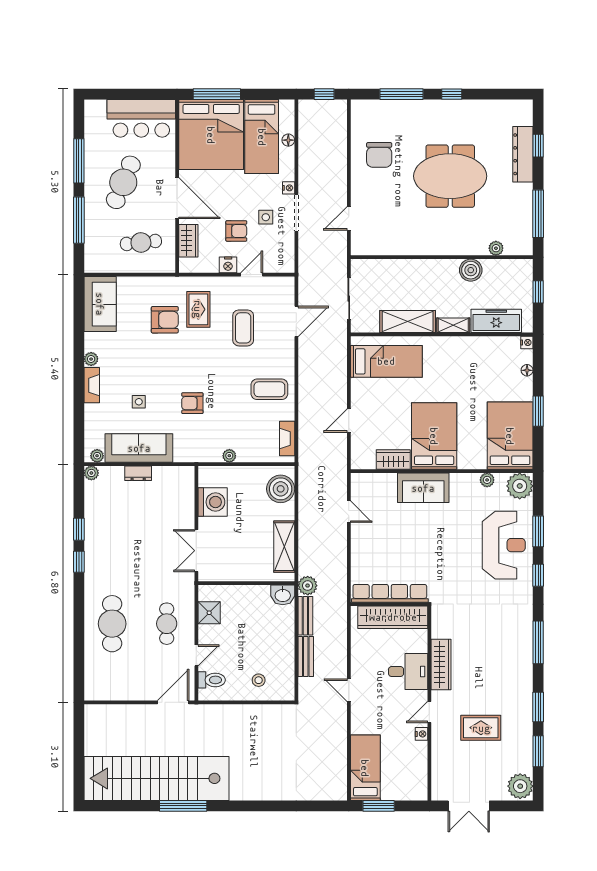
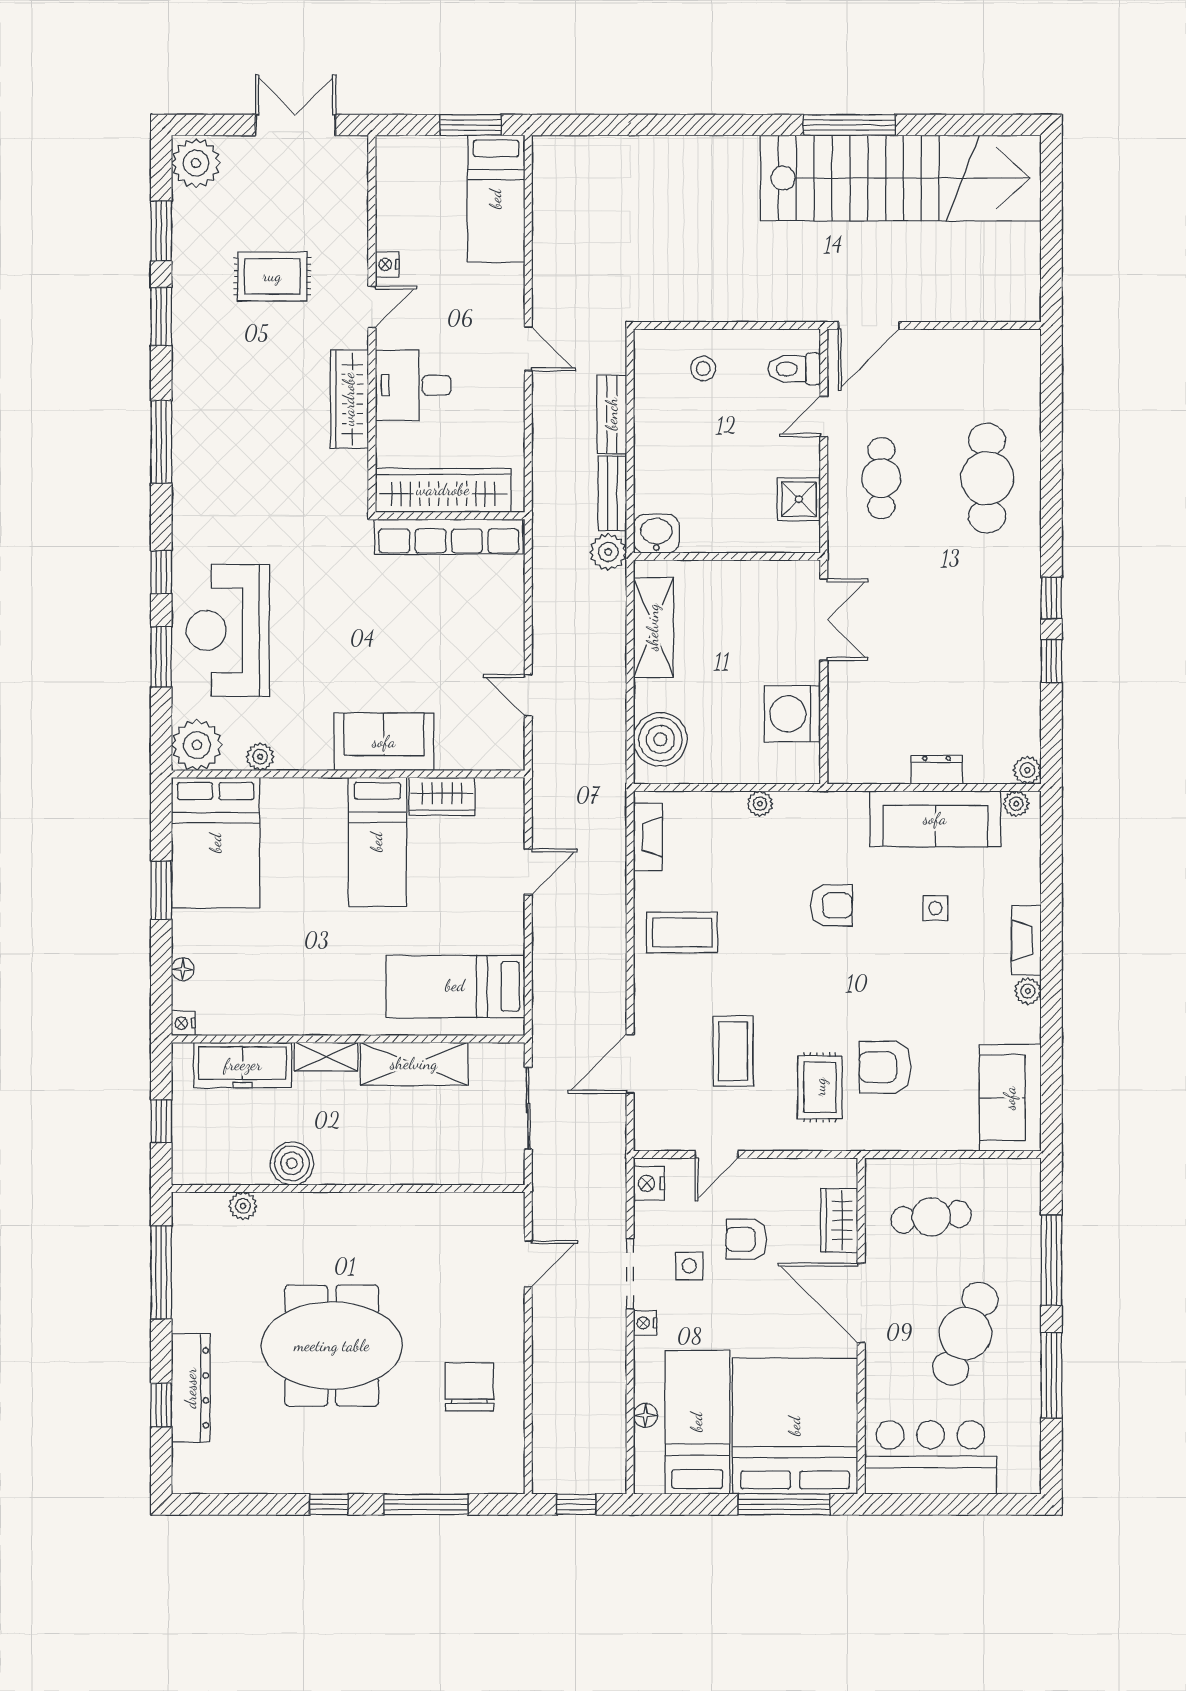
nightstand: (228, 265) -> (649, 1183), moved, turned -90
bed: (434, 436) -> (377, 842), width x0.67

